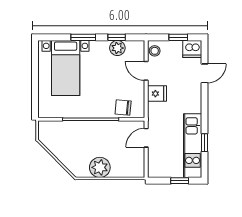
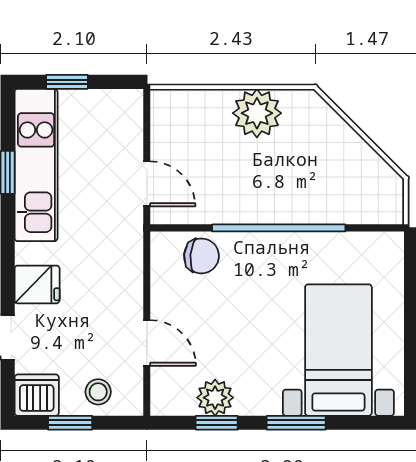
stool: (155, 51) -> (98, 392), moved
fridge: (157, 94) -> (37, 284), moved, turned 180
door: (146, 138) -> (147, 184), hinge flipped

